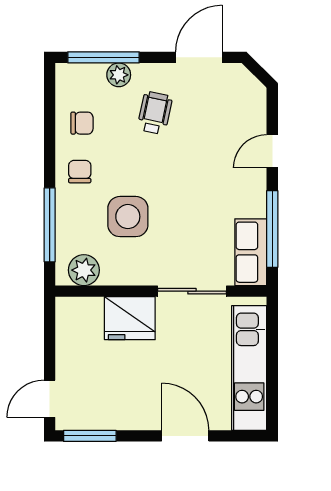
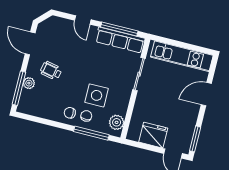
chair: (82, 123) -> (86, 116), moved
row of seats: (251, 252) -> (120, 40), width x1.48
fridge: (130, 318) -> (153, 135), moved, turned -90

